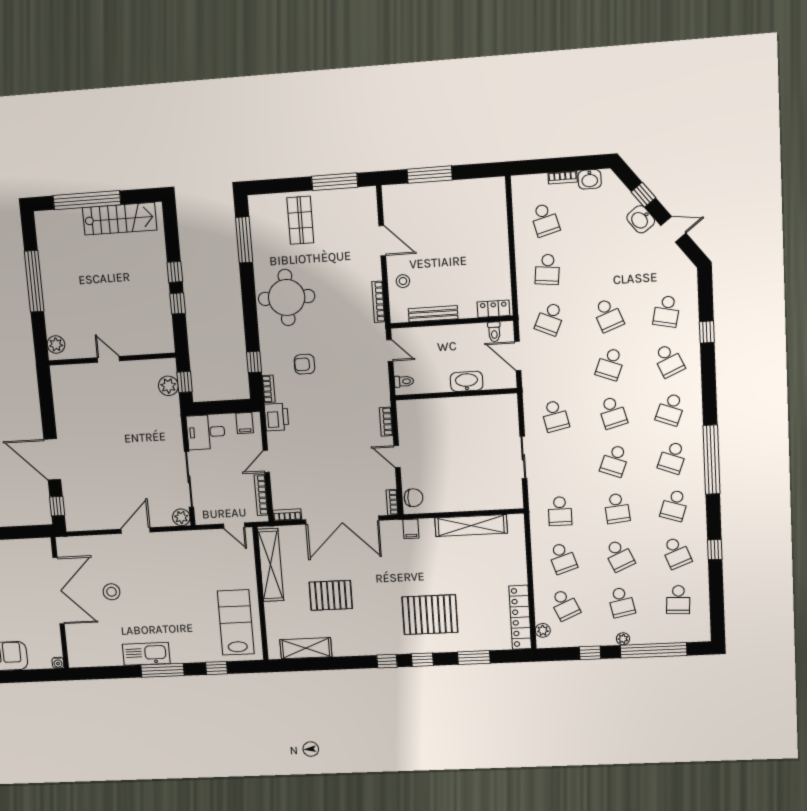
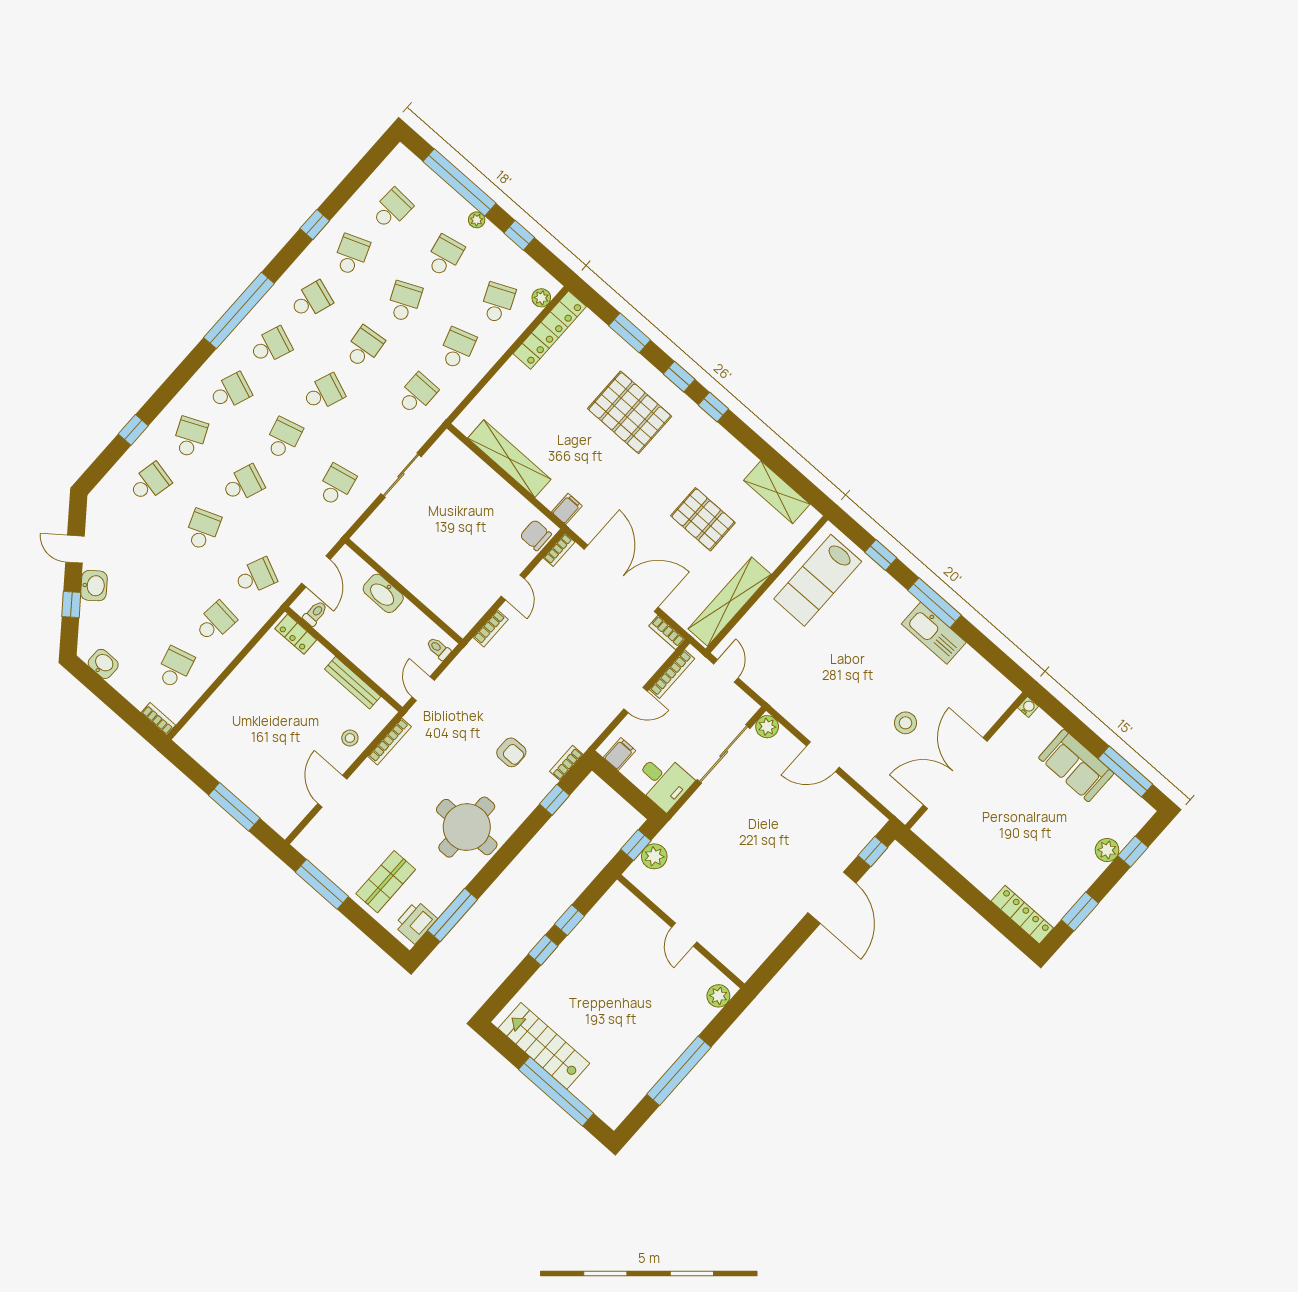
bookcase: (563, 177) -> (158, 719), moved
printer: (276, 417) -> (416, 922), moved

